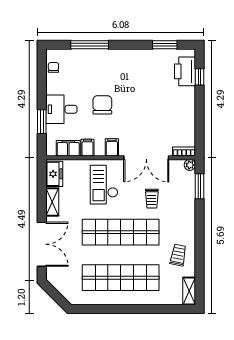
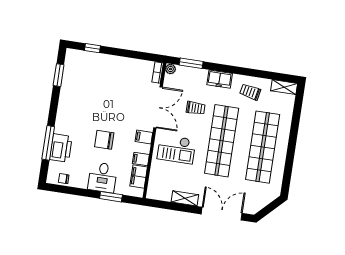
printer: (185, 71) -> (61, 148), moved, turned -90
freezer: (54, 174) -> (220, 79), moved, turned 180

